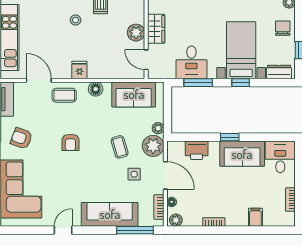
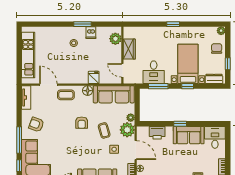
plant: (136, 33) -> (115, 39), moved
fridge: (79, 70) -> (94, 77), moved
sofa: (134, 94) -> (114, 94), width x1.36
armchair: (70, 142) -> (82, 123), moved

